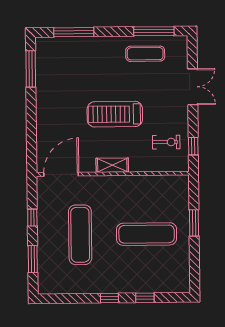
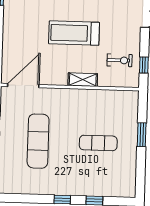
shelving: (112, 165) -> (83, 80), moved
exercise mat: (147, 234) -> (98, 143), width x0.73, depth x0.69

